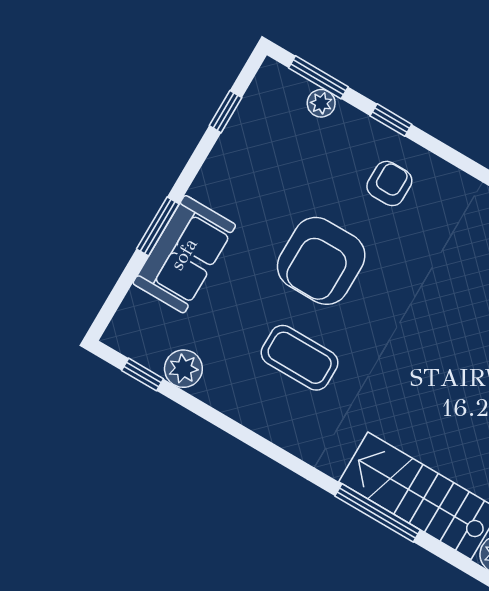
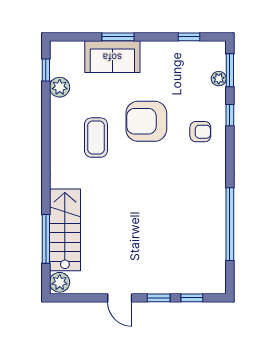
window: (378, 513) -> (46, 239), moved

